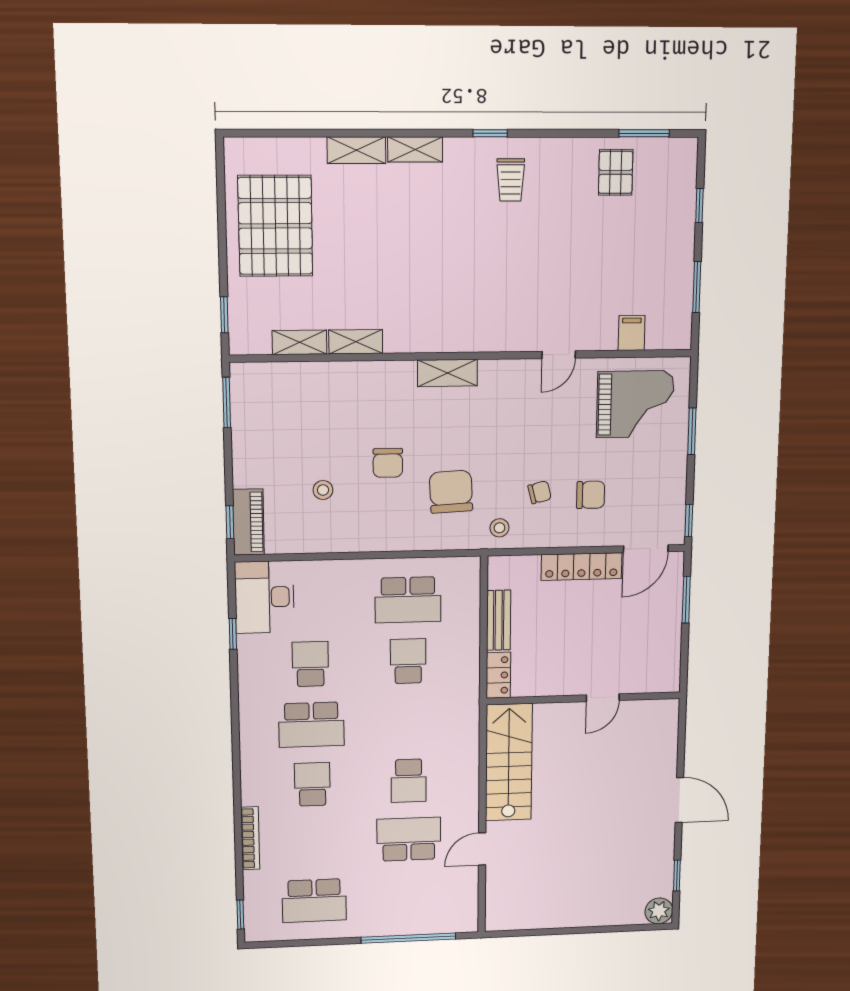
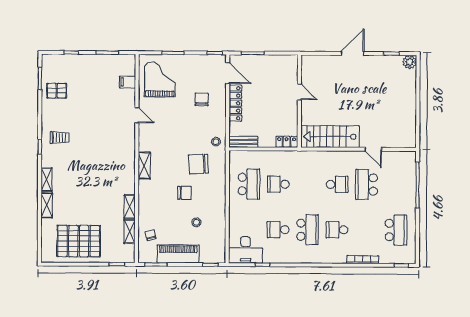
chair: (540, 492) -> (151, 235), moved
piano: (248, 522) -> (178, 254), moved, width x1.37, depth x1.33
bench: (499, 620) -> (243, 142), moved

